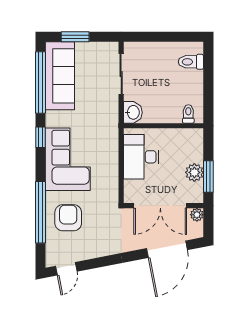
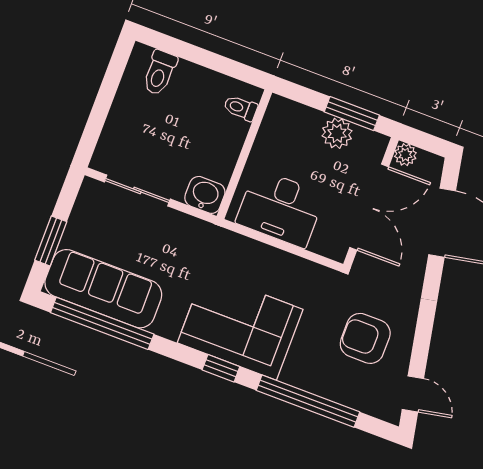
window: (40, 137) -> (221, 368), moved
armchair: (68, 218) -> (365, 338), moved

